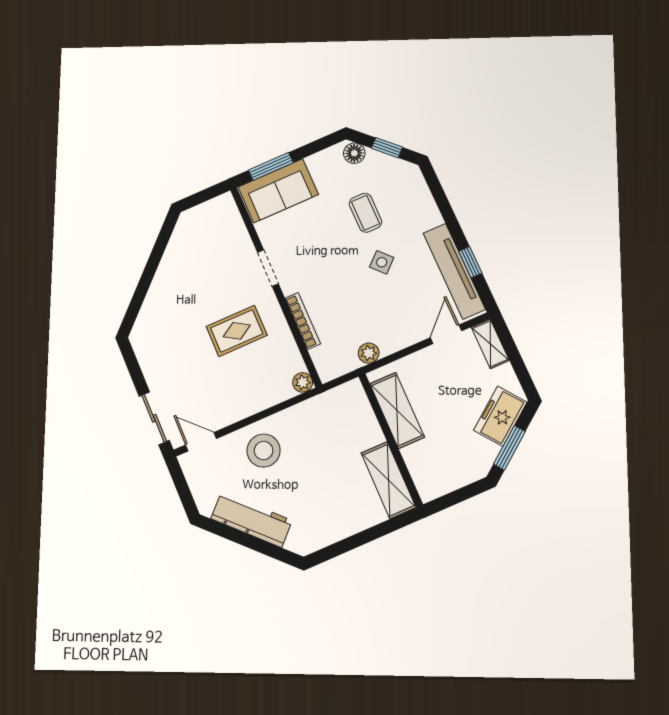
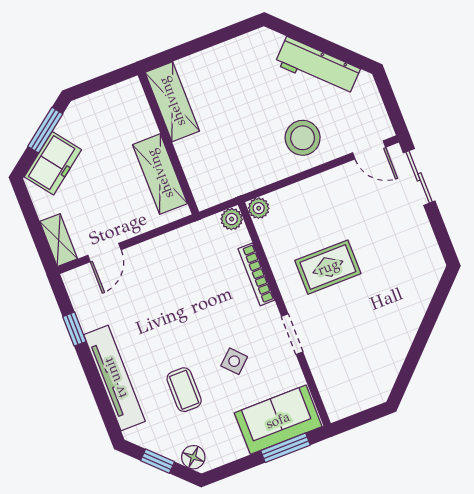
side table: (382, 262) -> (234, 361), moved
tv unit: (454, 271) -> (115, 378), moved
plant: (369, 353) -> (232, 219), moved

